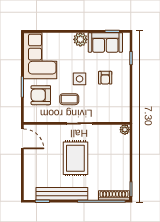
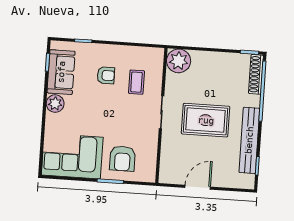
side table: (80, 79) -> (105, 108), removed
coffee table: (69, 99) -> (136, 82), moved
plant: (125, 130) -> (179, 61), width x1.88, depth x1.88
door: (22, 139) -> (198, 187), moved

